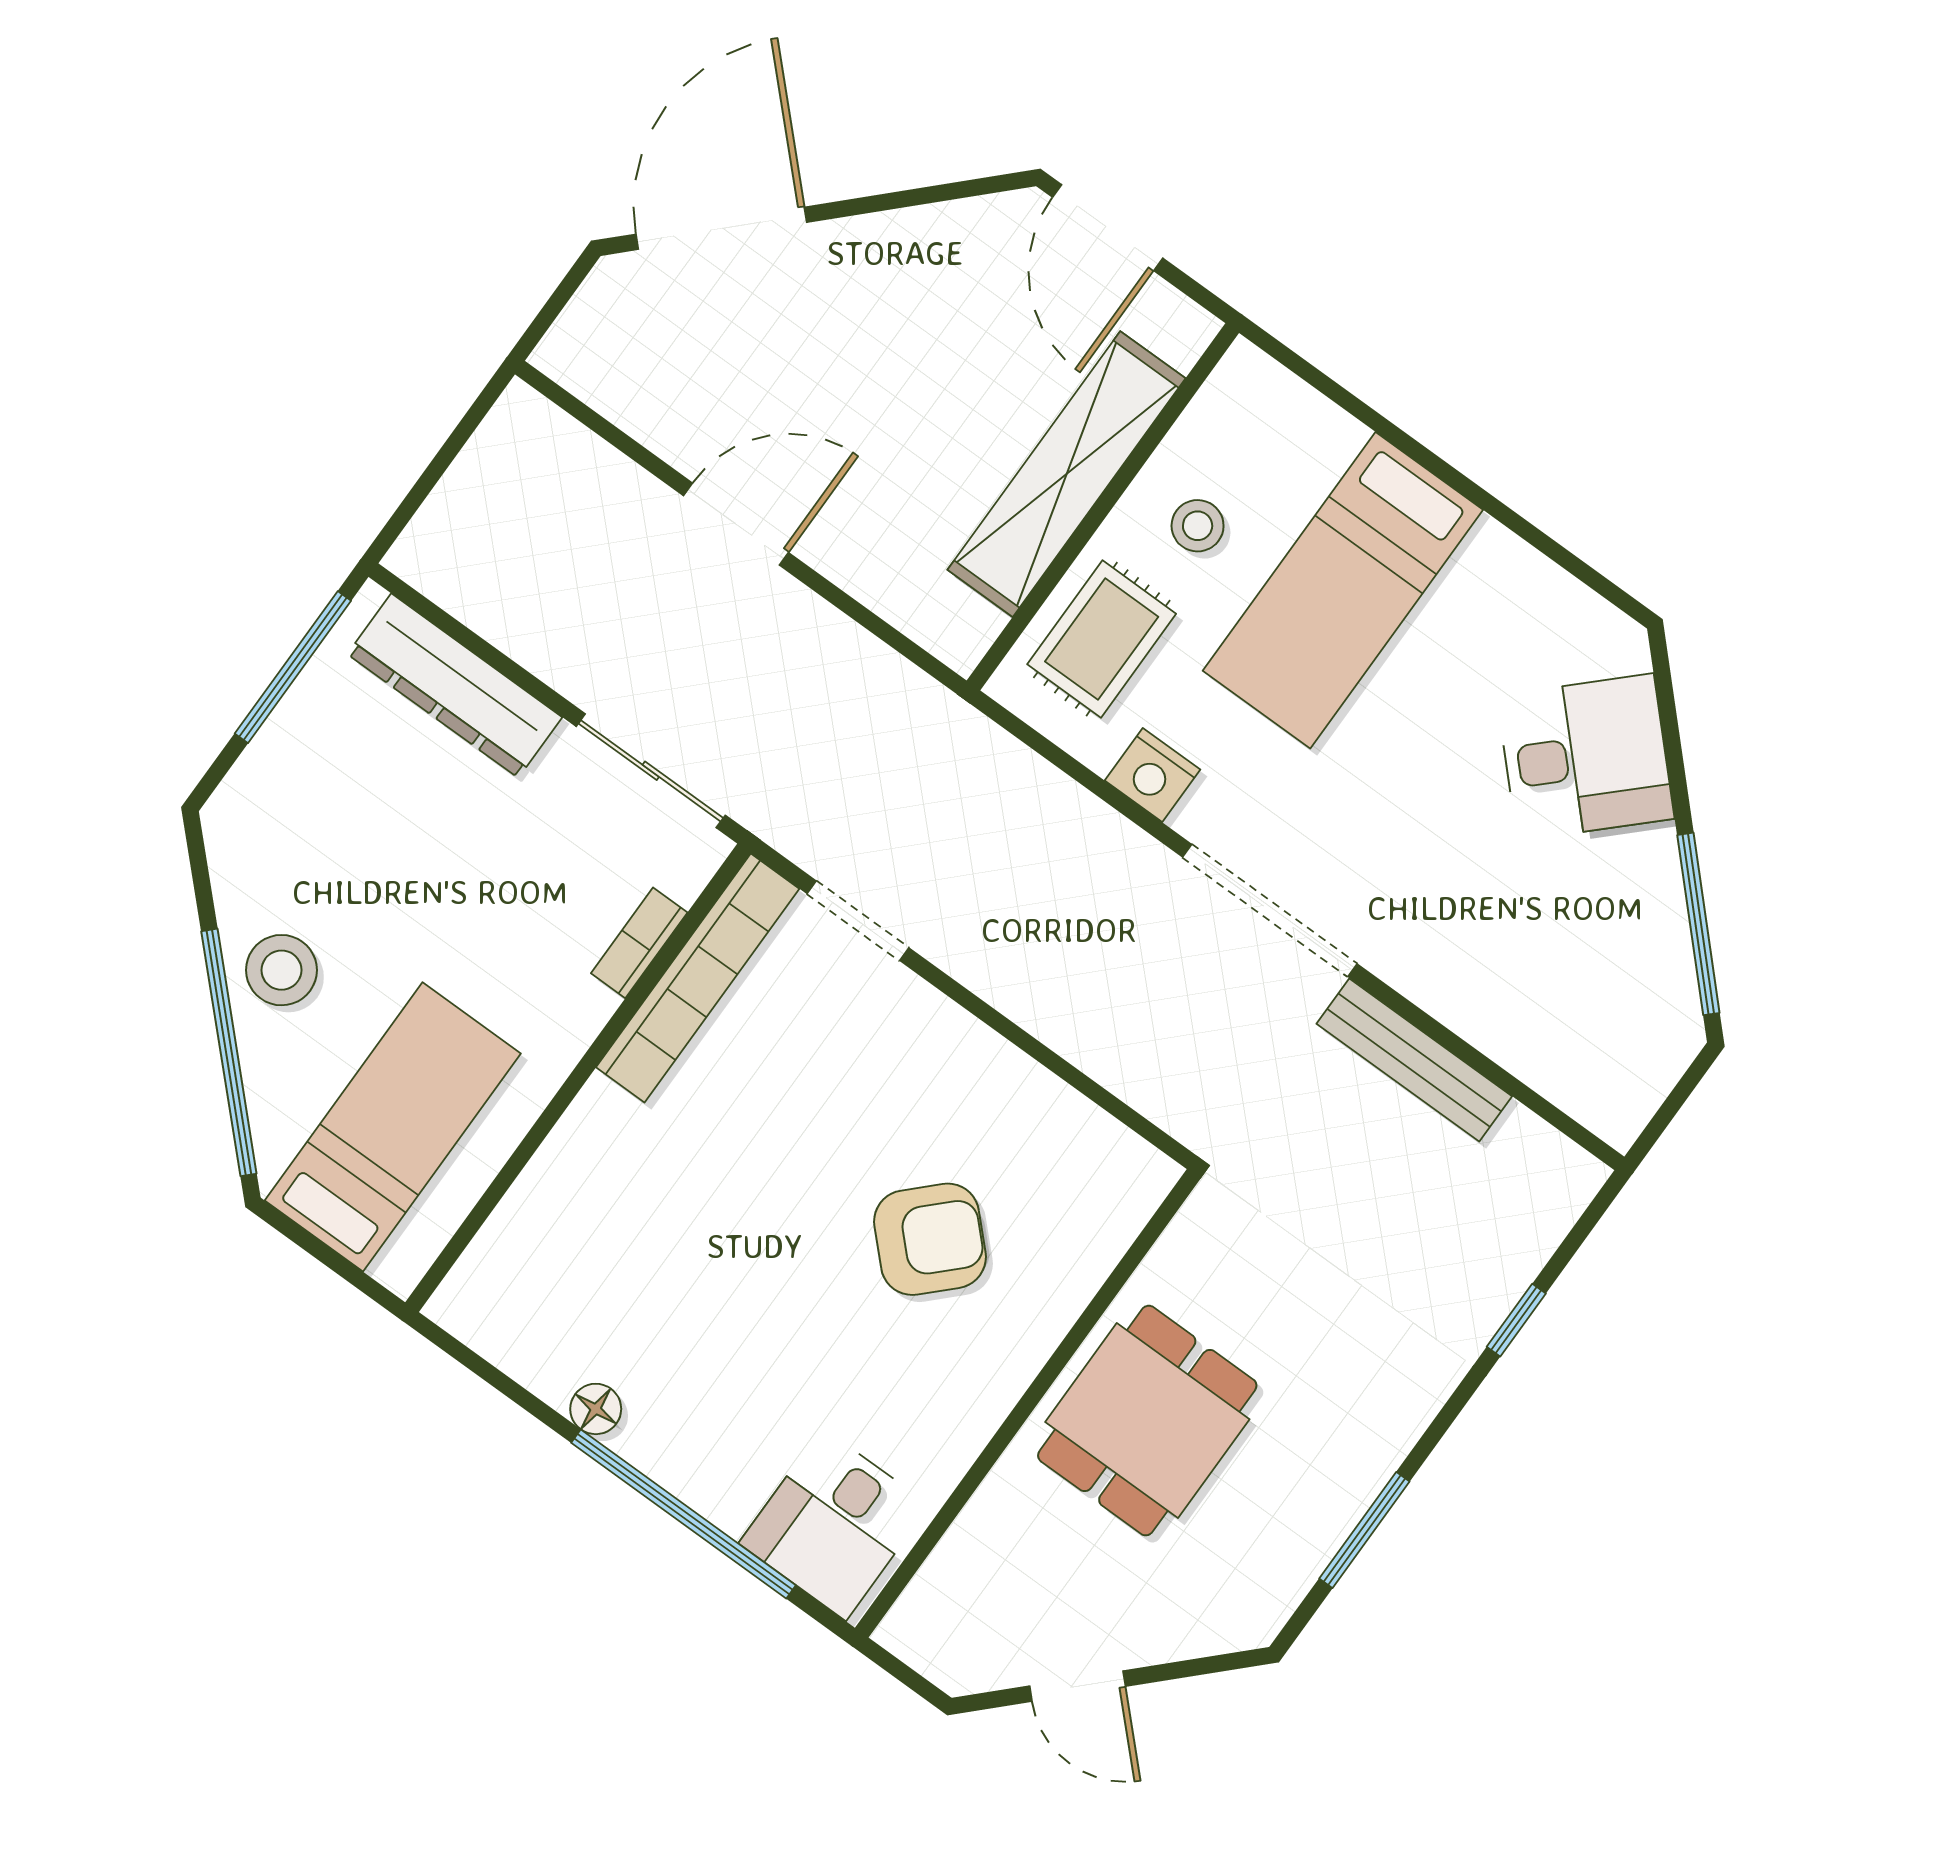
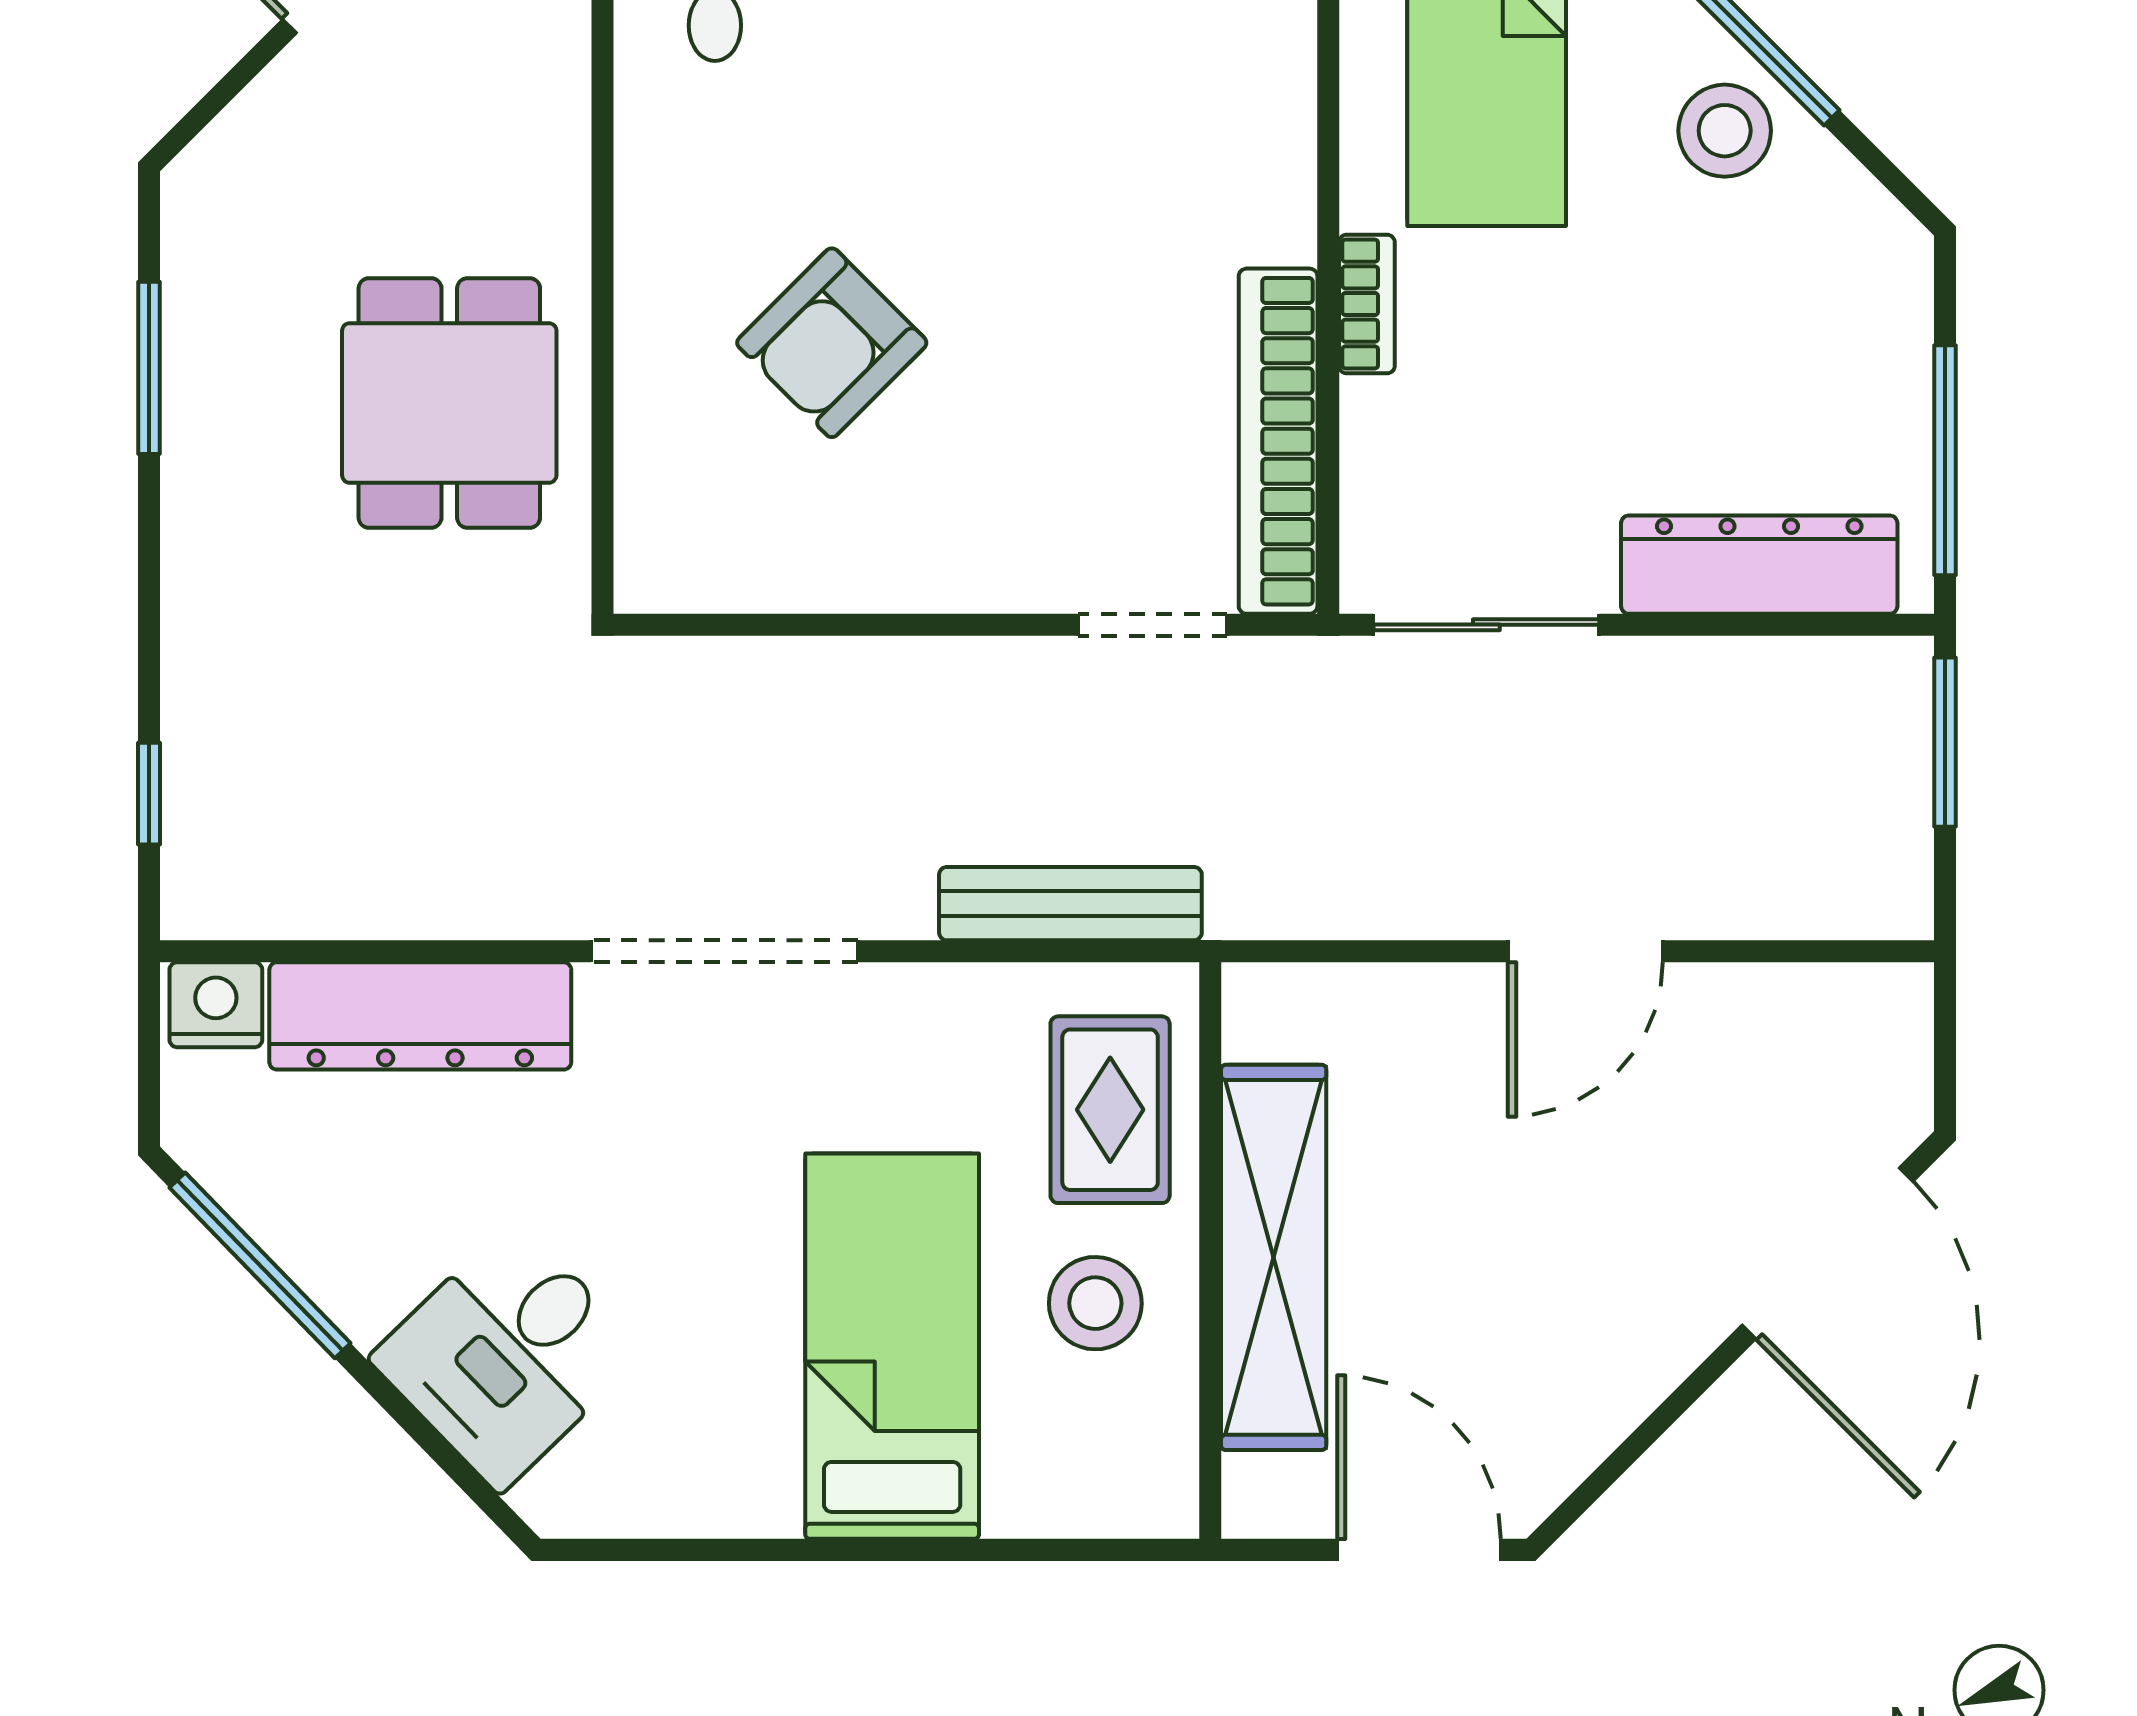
window: (419, 492) -> (1945, 742), added
stool: (1198, 526) -> (1095, 1303), width x1.37, depth x1.37
nightstand: (1153, 775) -> (216, 1005), moved
bookcase: (639, 943) -> (1367, 304), moved
dresser: (1487, 1007) -> (420, 1016), added
bench: (1414, 1060) -> (1070, 904), moved
window: (1516, 1320) -> (149, 794), moved
dining table: (1147, 1421) -> (449, 403), moved

